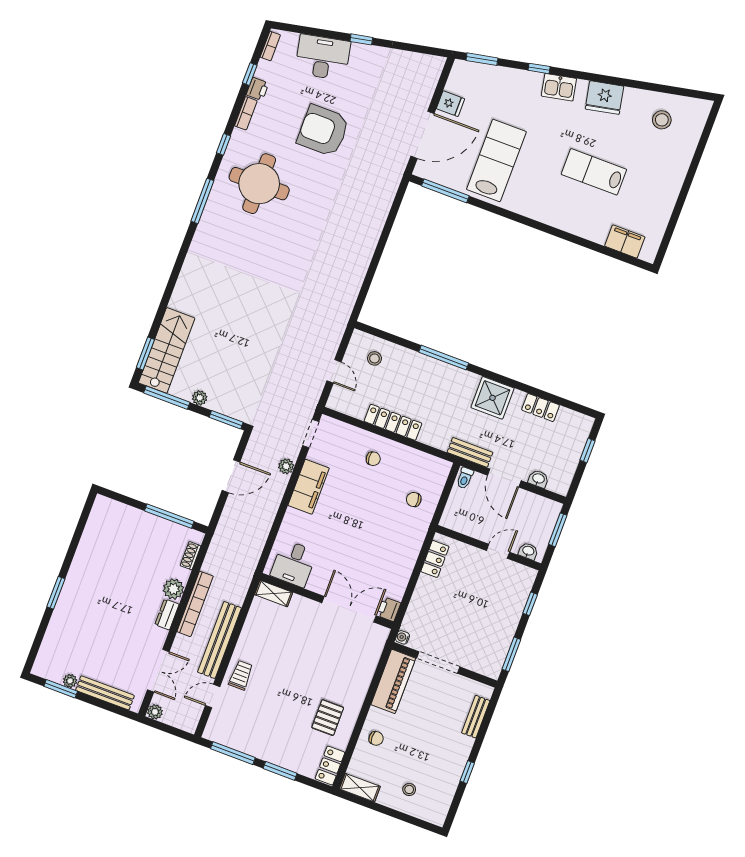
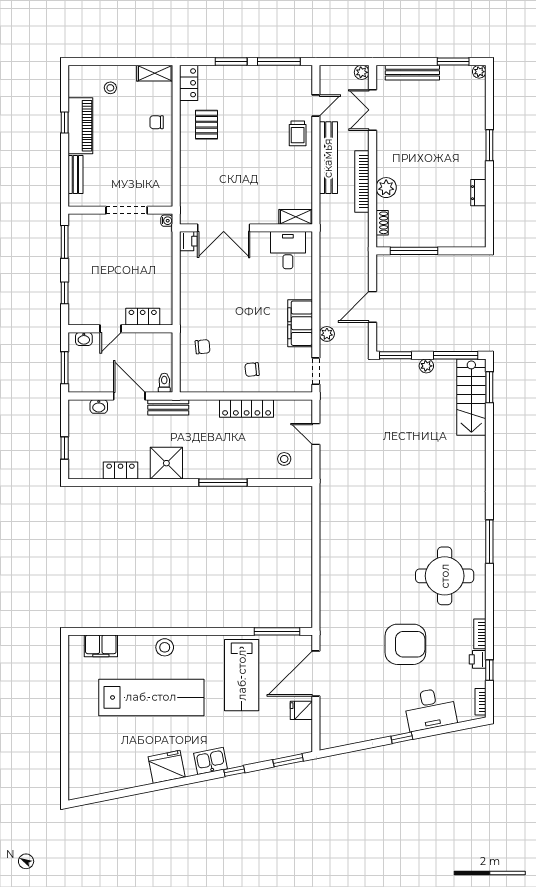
stool: (662, 120) -> (165, 647), moved
window: (223, 144) -> (489, 599), removed
lab bench: (594, 172) -> (151, 697), width x1.86, depth x1.39
locker: (435, 559) -> (143, 317), moved, turned 90
dresser: (167, 614) -> (478, 193), moved, turned 180
plant: (70, 681) -> (479, 72), moved
piano: (393, 681) -> (80, 126), moved, turned 180

